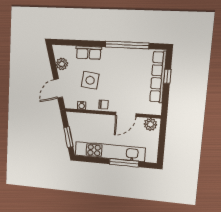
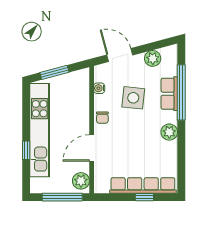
window: (127, 45) -> (181, 92), moved
plant: (118, 54) -> (169, 132), added
door: (126, 114) -> (92, 148), hinge flipped
window: (162, 139) -> (62, 197), added
window: (124, 163) -> (26, 150), width x0.46

